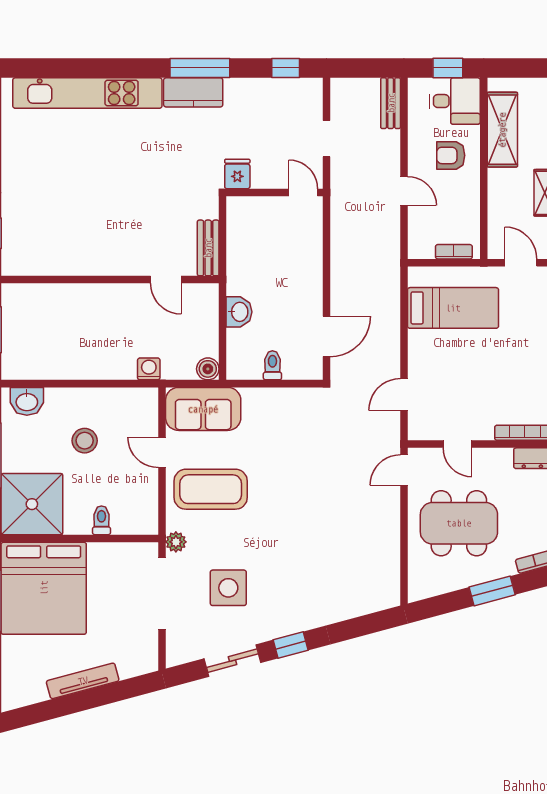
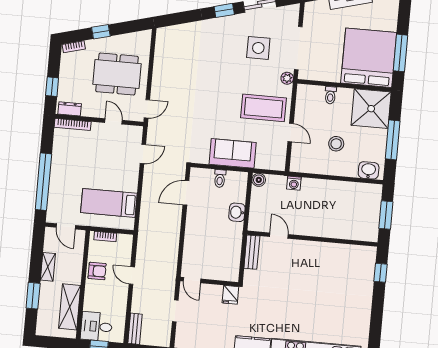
armchair: (451, 155) -> (97, 271), moved
sofa: (203, 409) -> (233, 153), moved
window: (492, 591) -> (101, 32), width x0.67

